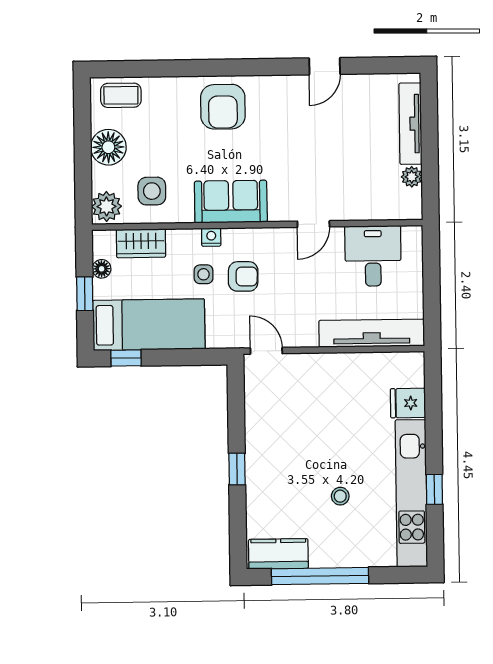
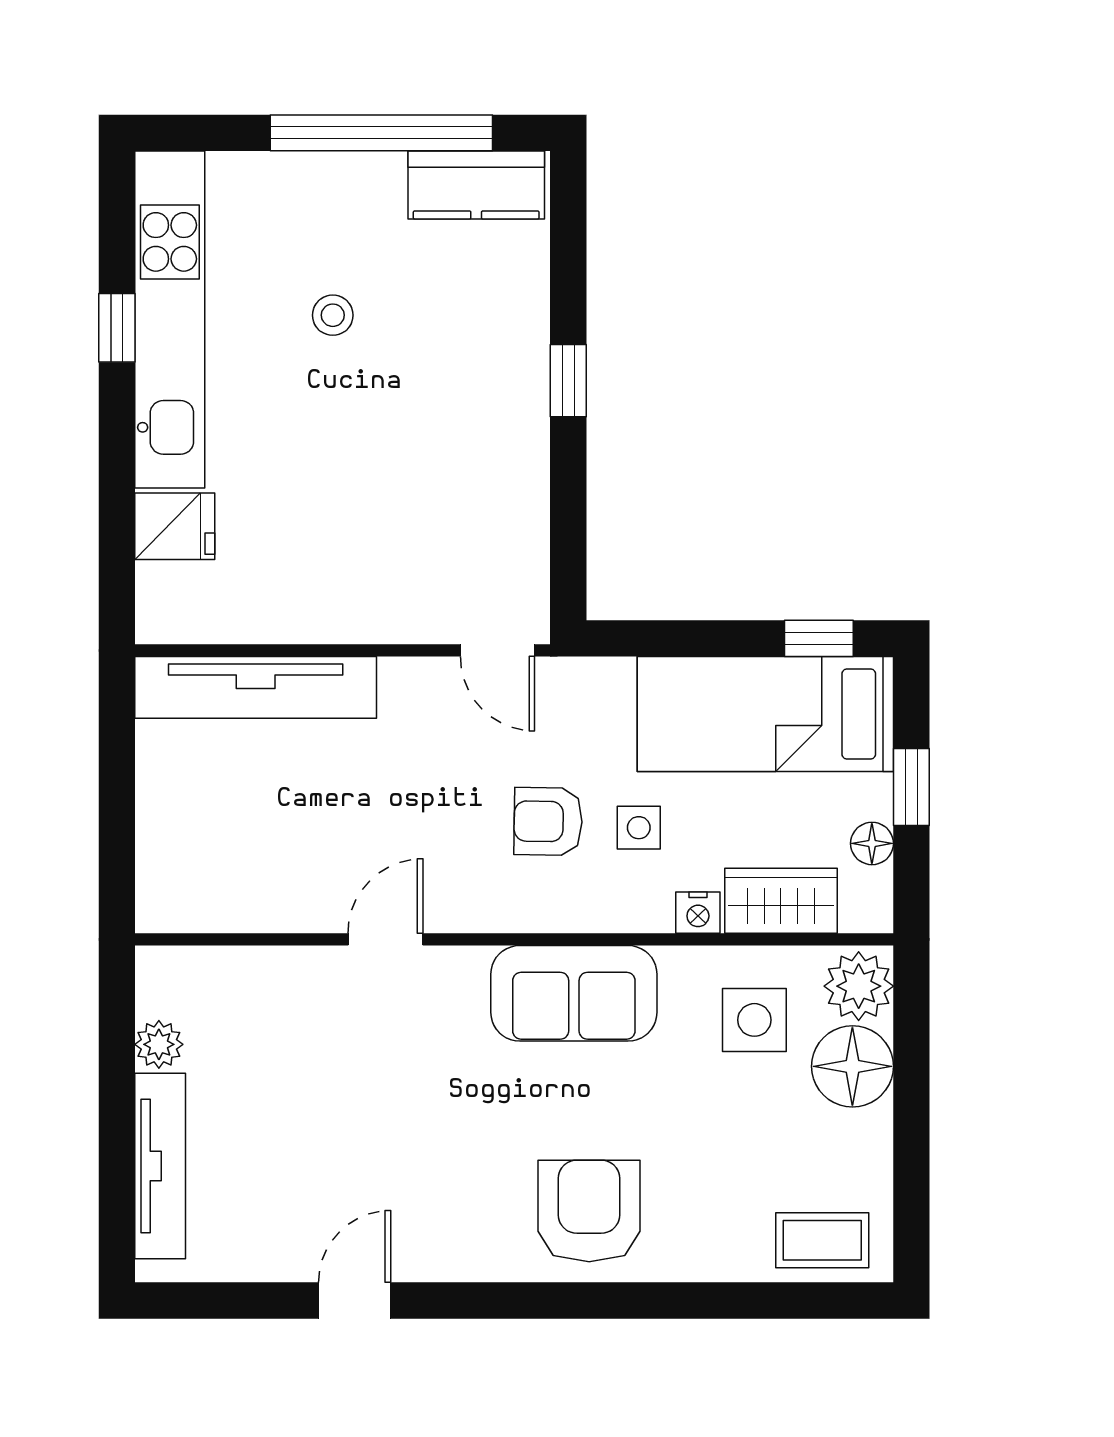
floor lamp: (108, 147) -> (852, 1066), moved
nightstand: (211, 237) -> (698, 913), moved
desk: (373, 256) -> (250, 864), removed

